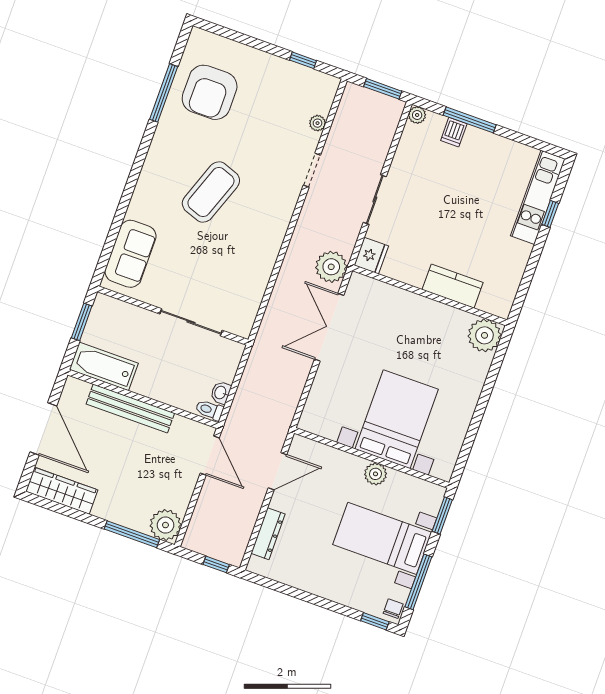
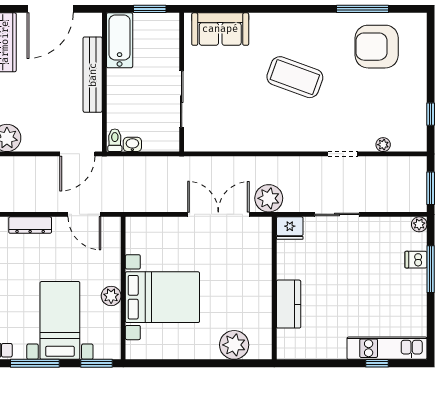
plant: (484, 335) -> (234, 345), moved

